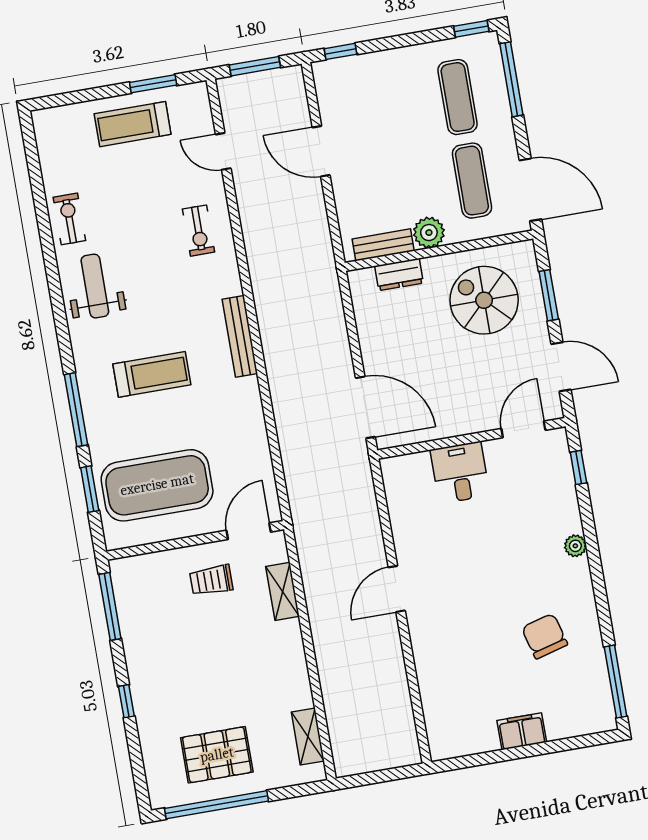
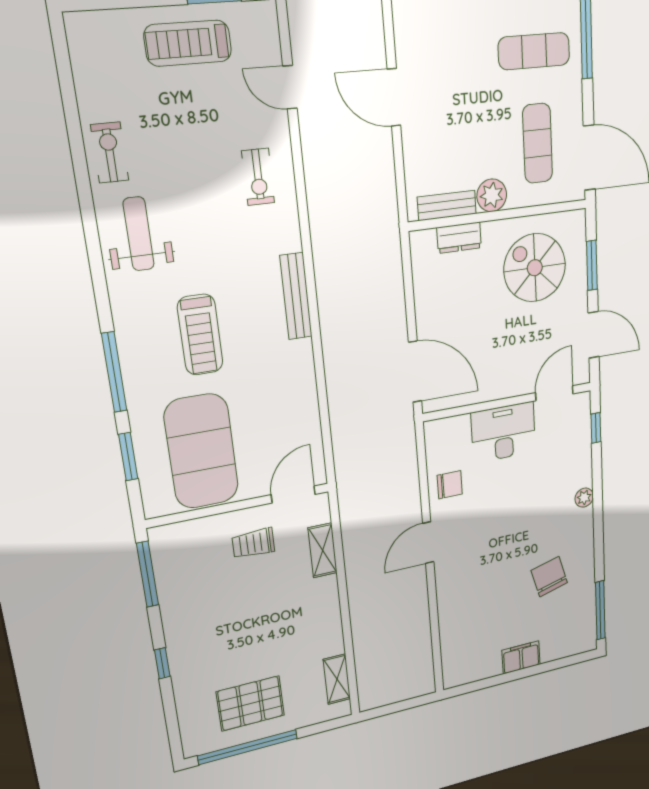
exercise mat: (458, 97) -> (534, 51), turned 90
treadmill: (152, 374) -> (200, 335), turned 90
desk: (460, 473) -> (504, 432), width x1.37
exercise mat: (157, 485) -> (201, 451), turned 90
chair: (415, 526) -> (450, 485), added

